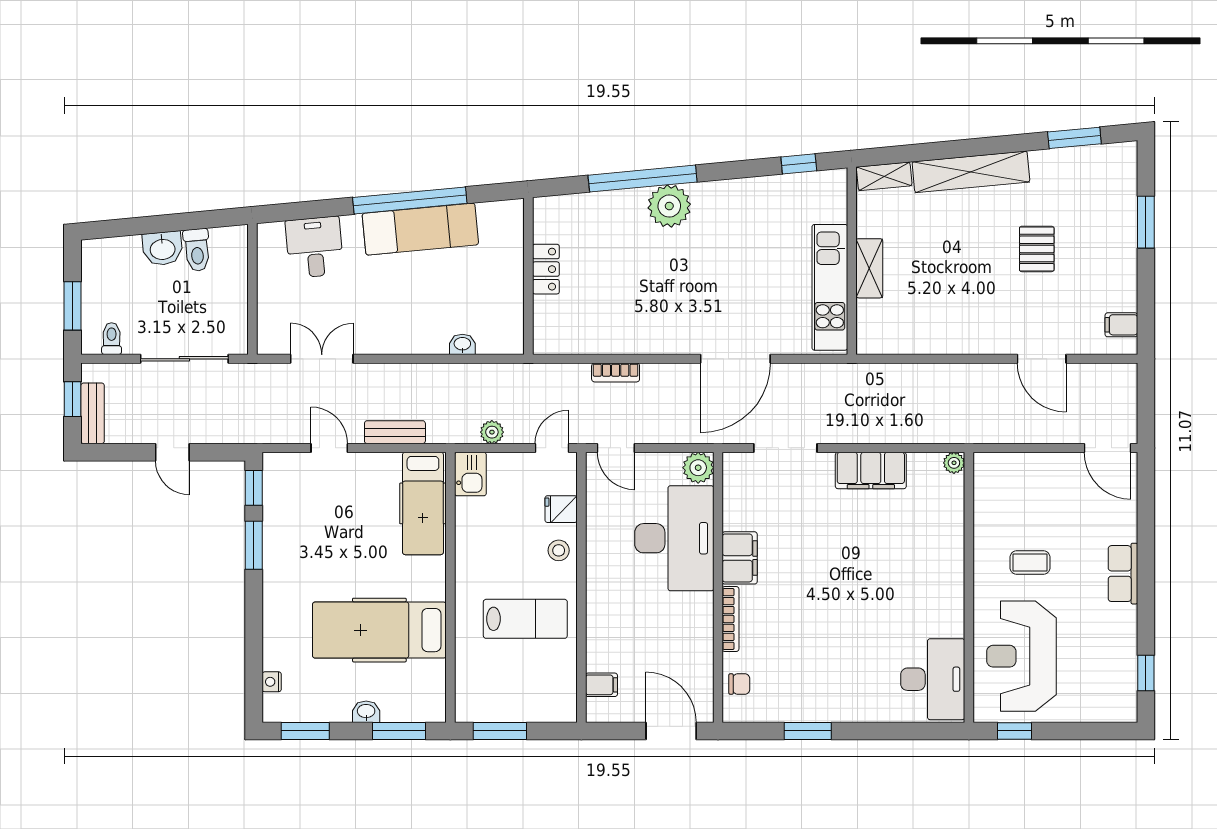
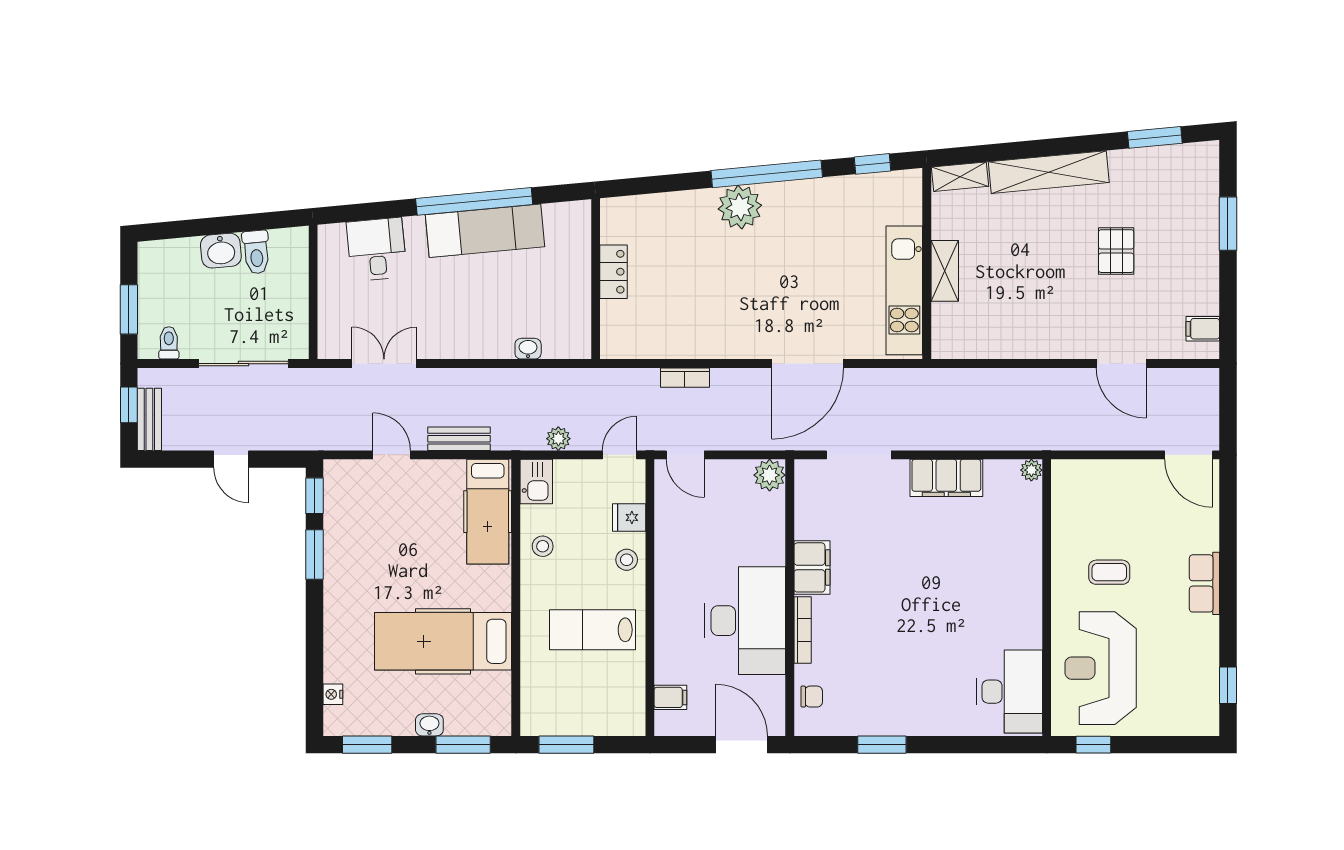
window: (643, 179) -> (767, 174), moved
stool: (477, 537) -> (543, 546), added
desk: (674, 538) -> (745, 621), moved
lab bench: (525, 619) -> (593, 630), turned 180

